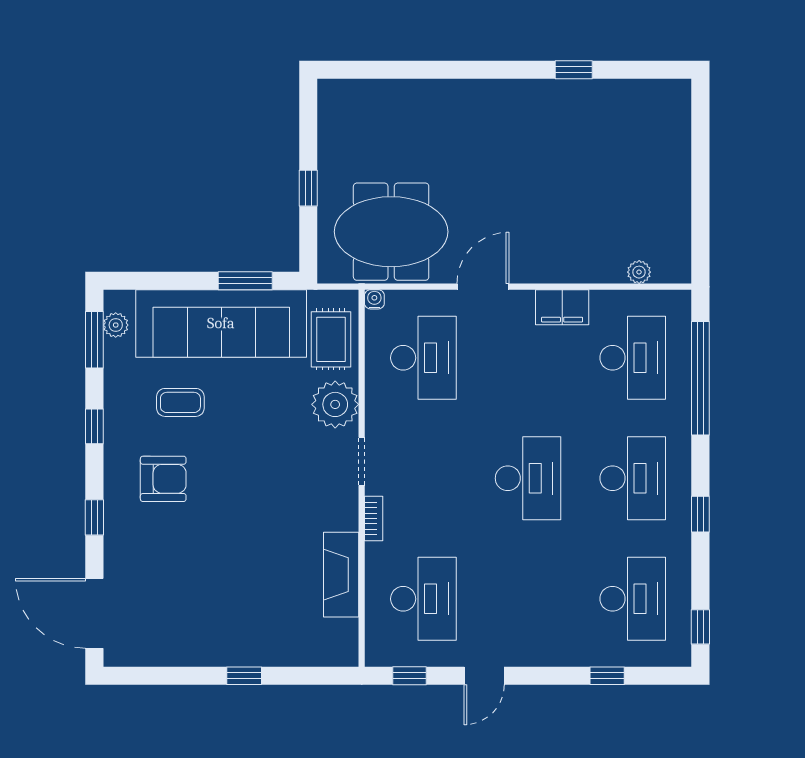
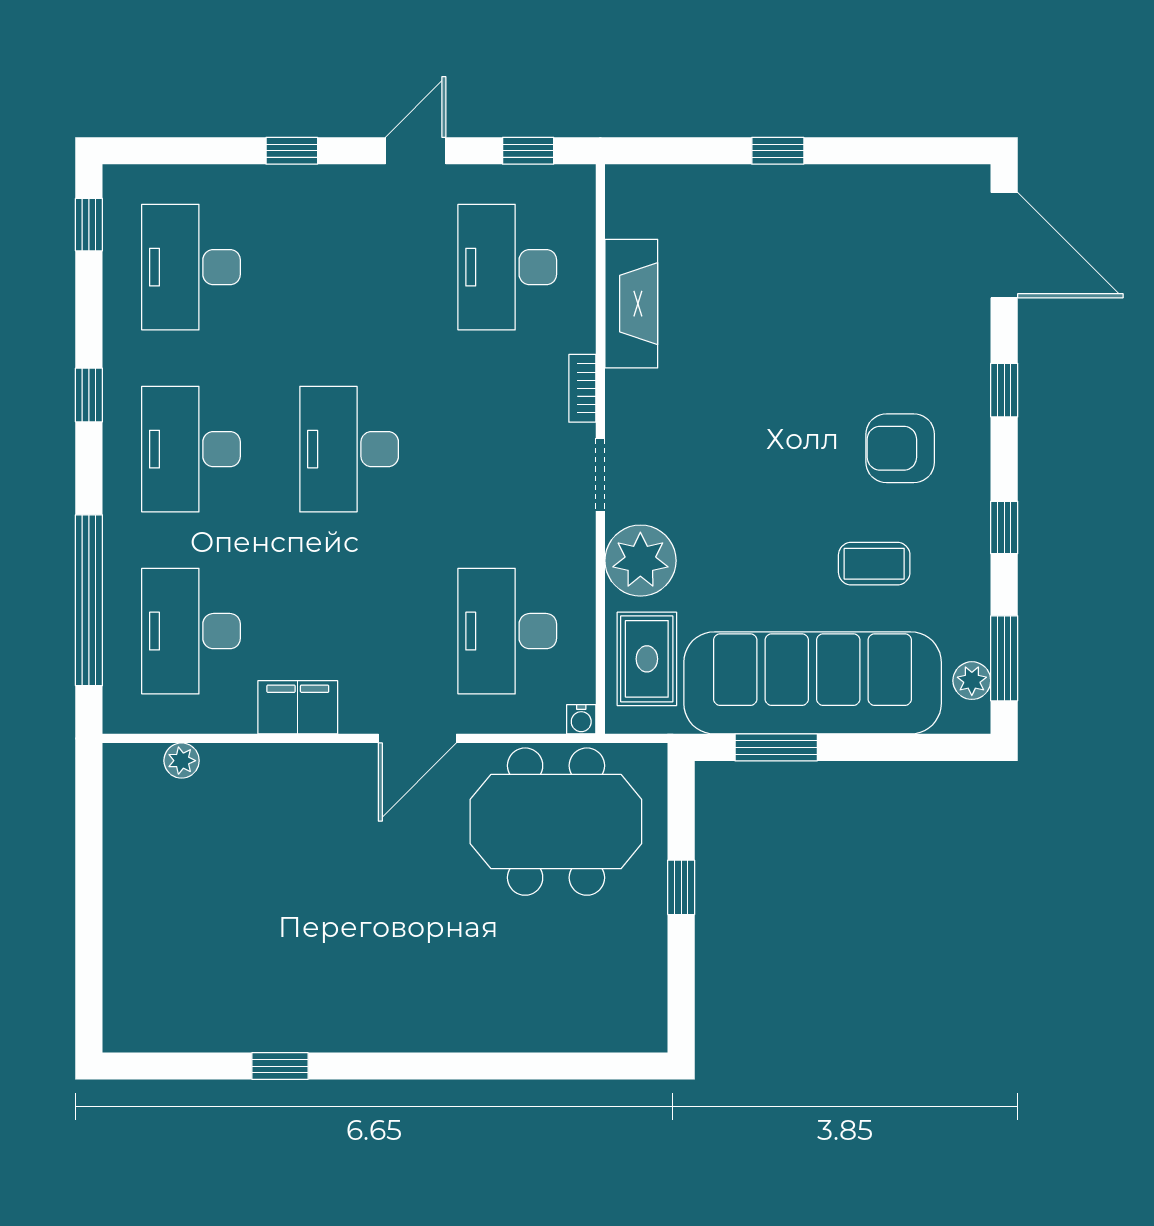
window: (607, 676) -> (292, 151), moved

